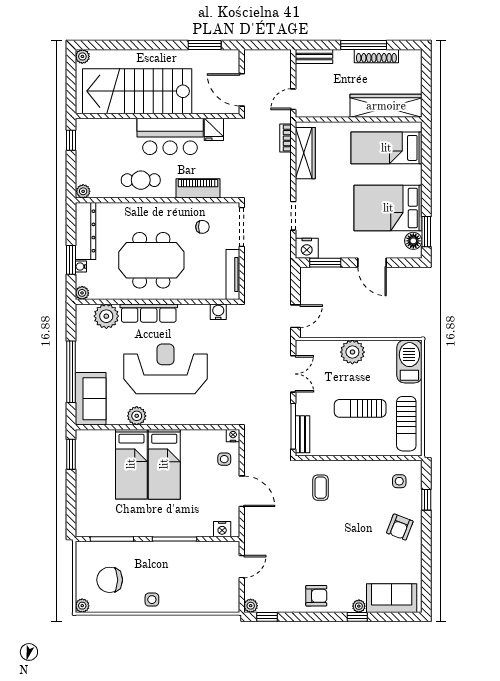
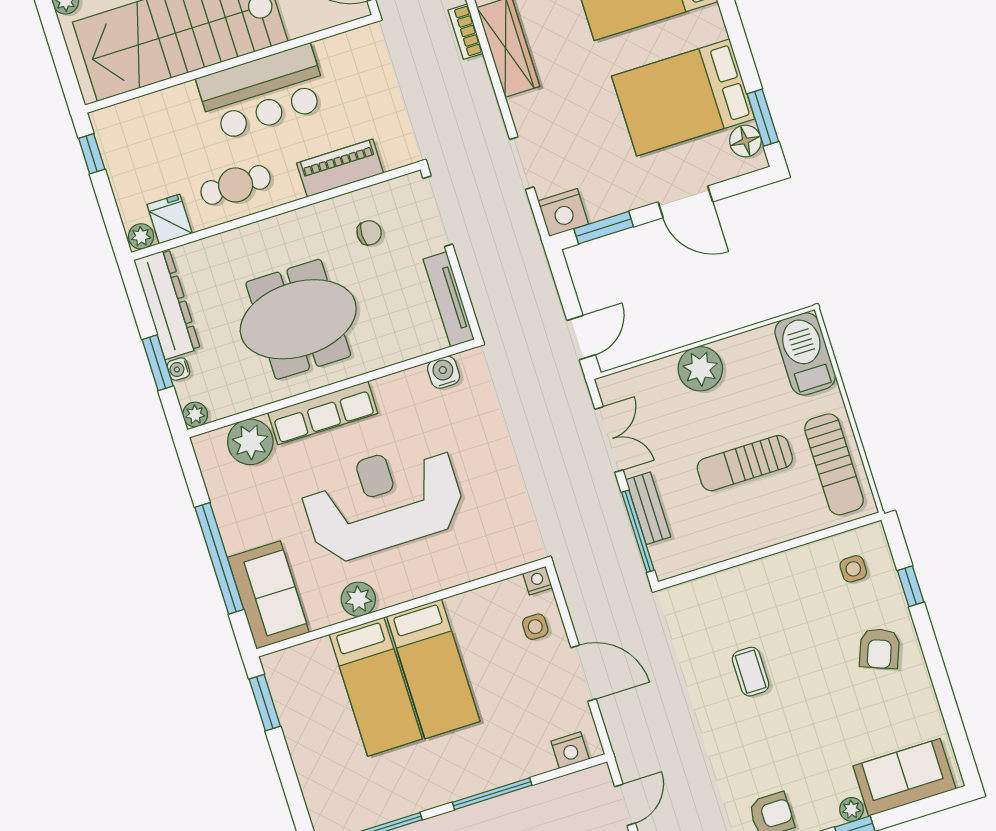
fridge: (214, 129) -> (170, 219), moved, turned 180
bench: (302, 434) -> (648, 508), moved
coffee table: (321, 488) -> (751, 672), moved

